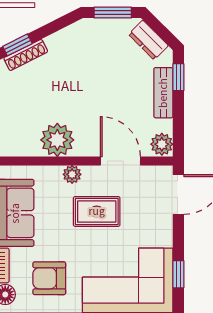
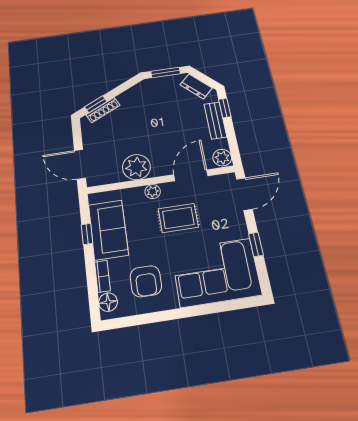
door: (120, 161) -> (191, 175), hinge flipped
window: (178, 274) -> (256, 244), moved
armchair: (49, 278) -> (146, 281), turned -90

